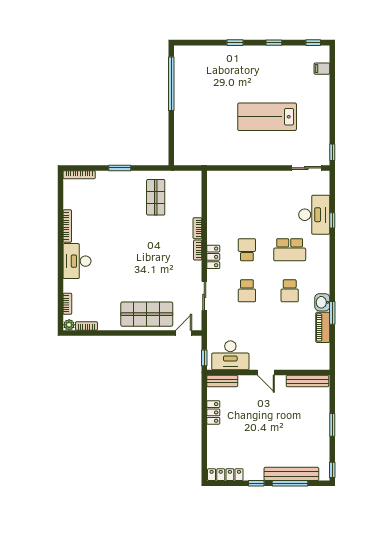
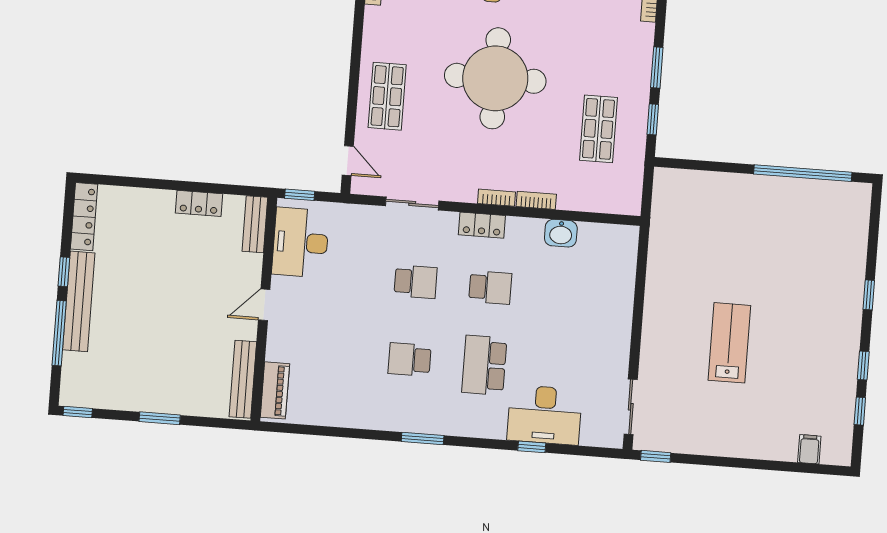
window: (313, 43) -> (860, 411), moved
lab bench: (267, 117) -> (729, 343), width x0.73, depth x0.72
window: (148, 168) -> (653, 119), added
shop shelf: (156, 197) -> (598, 129), turned 90
round table: (132, 256) -> (495, 78), added
school desk: (247, 291) -> (416, 282), turned 180
washbasin: (322, 302) -> (561, 233), moved, turned 180
window: (332, 313) -> (423, 438), moved
shop shelf: (147, 314) -> (387, 96), width x0.70, depth x0.74
piano: (323, 327) -> (275, 390), moved, turned 90
bench: (291, 474) -> (79, 301), moved

